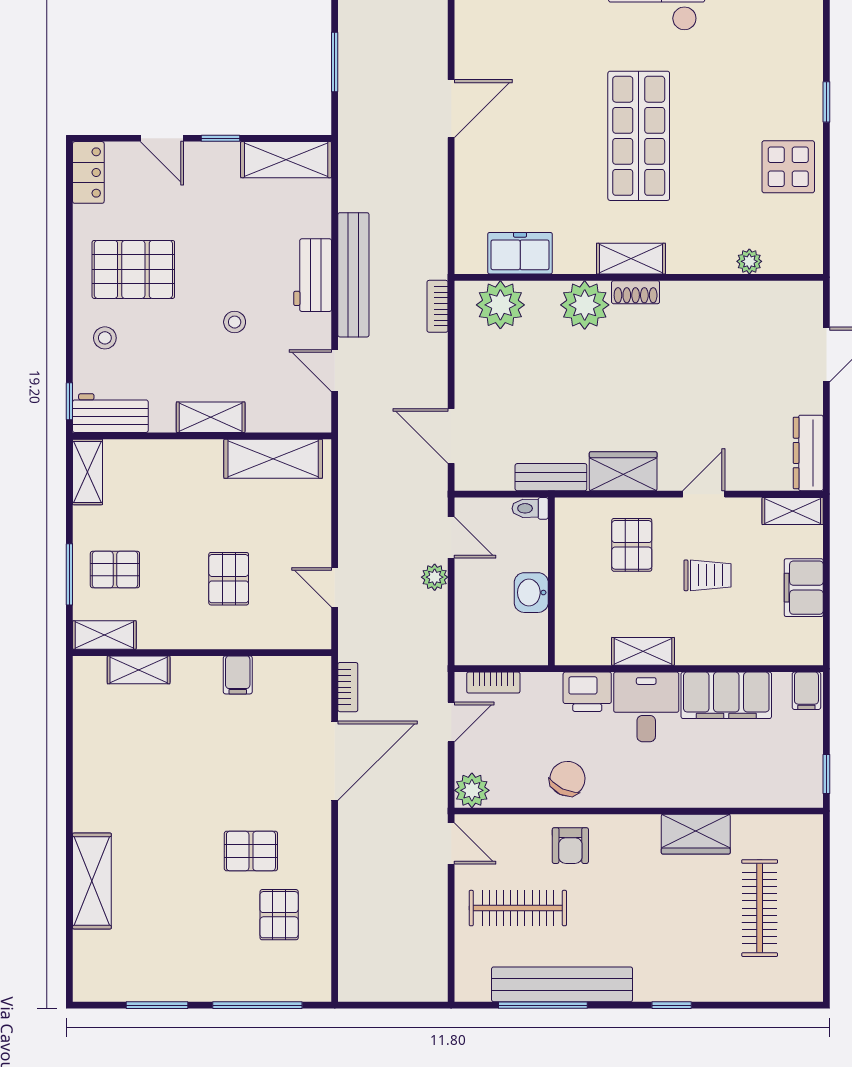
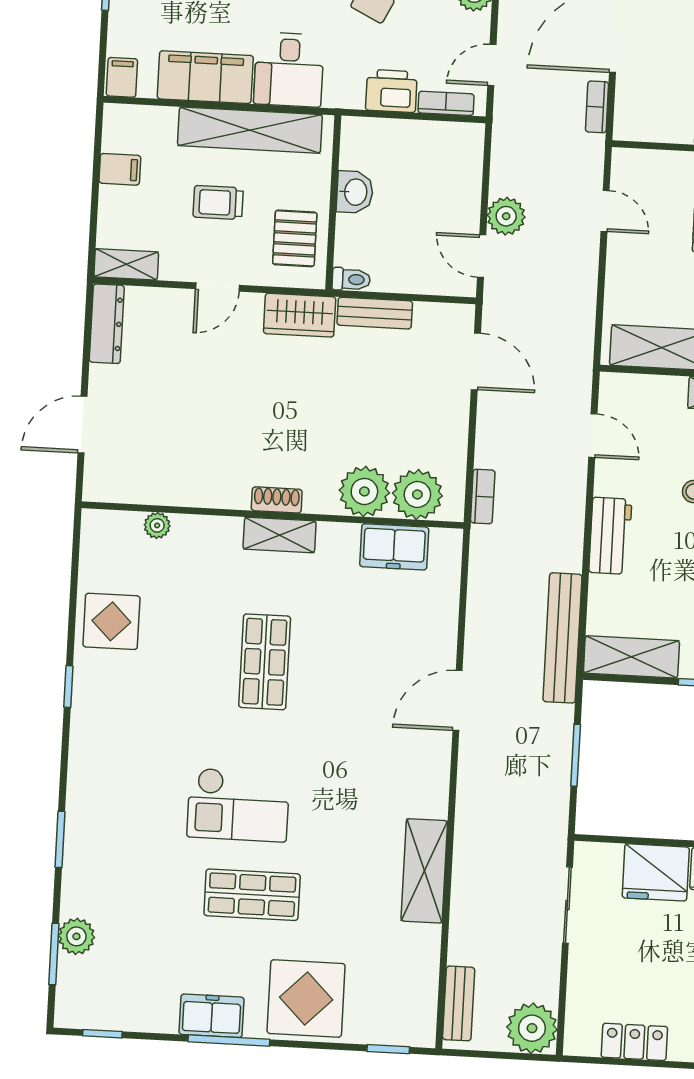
shop shelf: (639, 136) -> (265, 662), width x0.70, depth x0.74
bench: (353, 275) -> (562, 638), moved
plant: (585, 305) -> (364, 491), moved
toilet: (530, 508) -> (351, 279), moved
plant: (435, 577) -> (506, 216), width x1.38, depth x1.38
wall: (551, 581) -> (333, 202), moved
filing cabinet: (804, 588) -> (120, 169), width x0.50
washbasin: (531, 593) -> (355, 192), moved
shelving: (643, 651) -> (250, 130), width x2.20, depth x1.33
printer: (587, 692) -> (391, 91), moved

